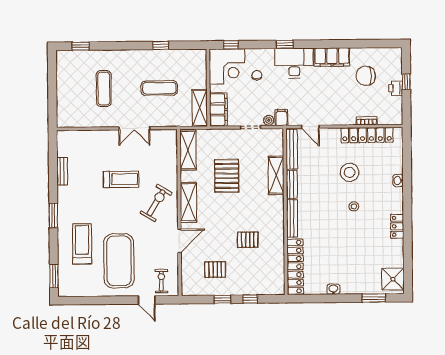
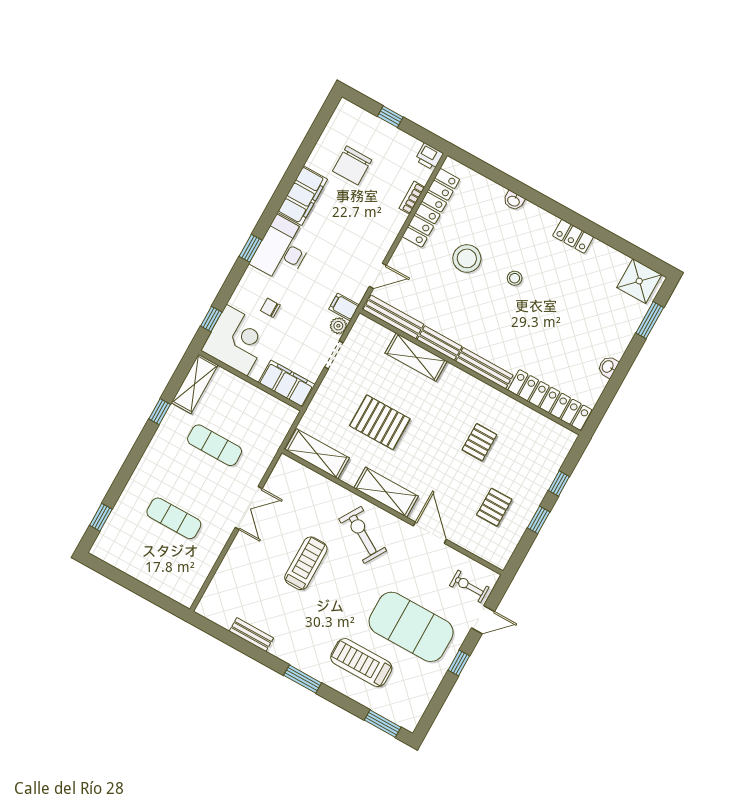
exercise mat: (159, 88) -> (215, 445), turned 90
printer: (396, 88) -> (429, 157), moved
shelving: (200, 108) -> (195, 384), moved, turned 90
window: (114, 300) -> (459, 663), added

